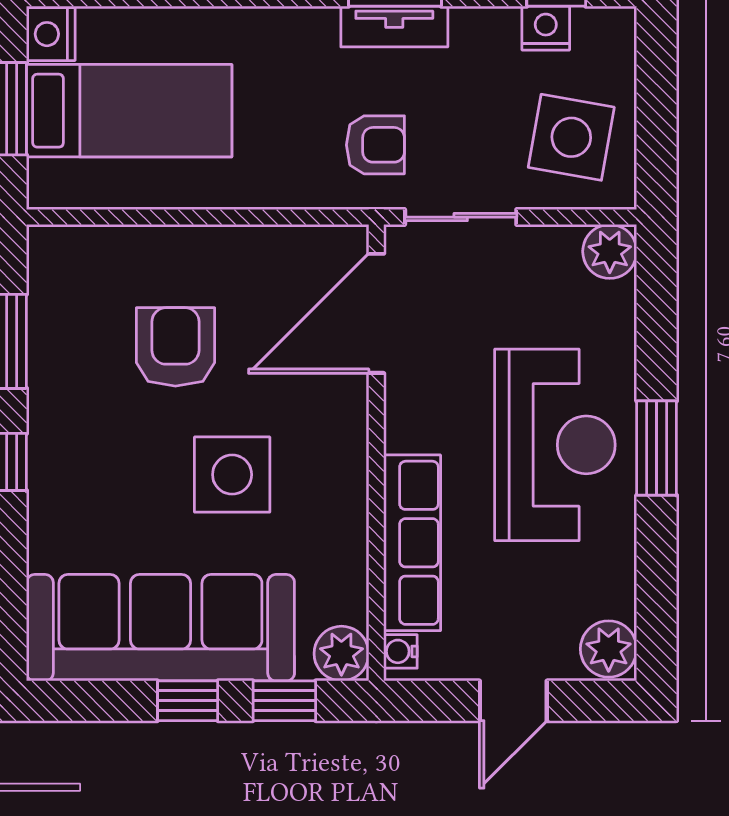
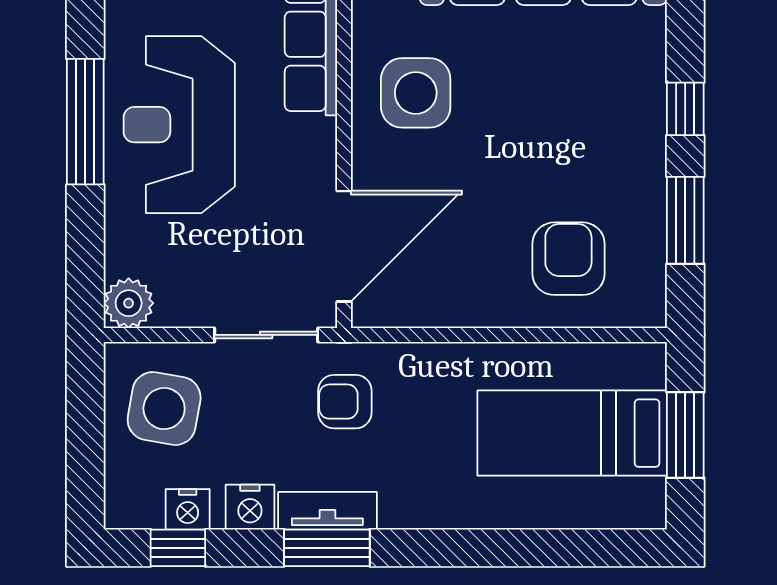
nightstand: (51, 34) -> (250, 507), moved, turned 90
armchair: (175, 347) -> (568, 259), moved, turned 180
window: (657, 448) -> (85, 122), width x1.44
side table: (232, 475) -> (416, 93), moved

